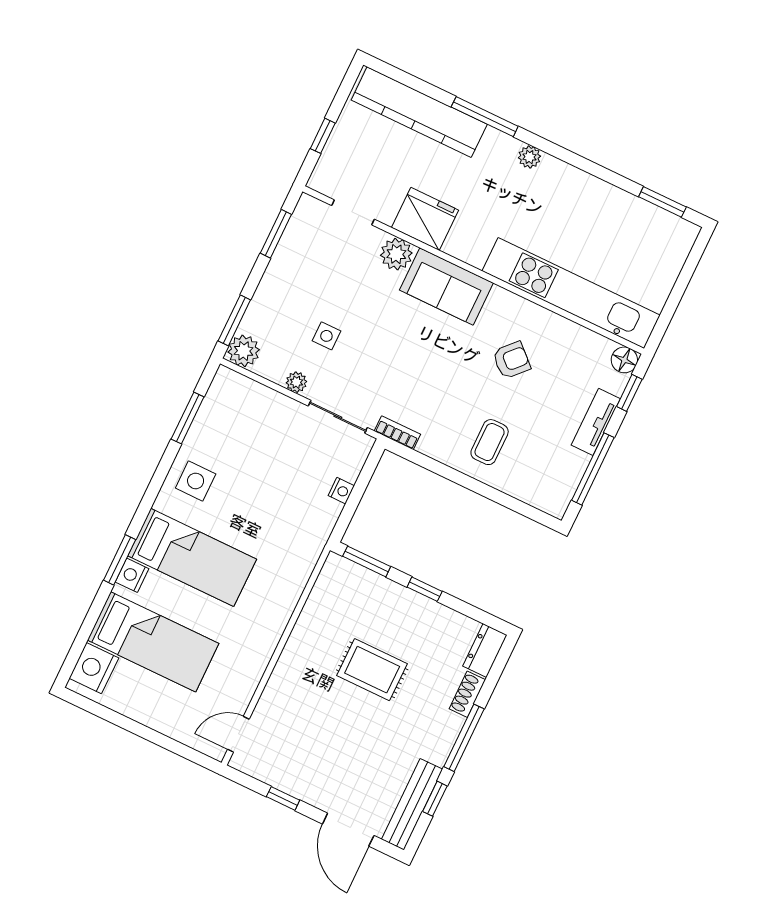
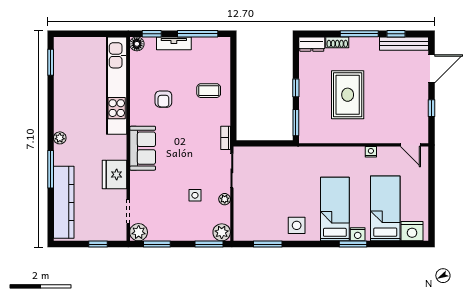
plant: (396, 254) -> (139, 232), moved
armchair: (511, 360) -> (163, 99), turned -133
nightstand: (341, 491) -> (371, 152), moved
rug: (372, 670) -> (348, 95), width x1.36, depth x1.43

